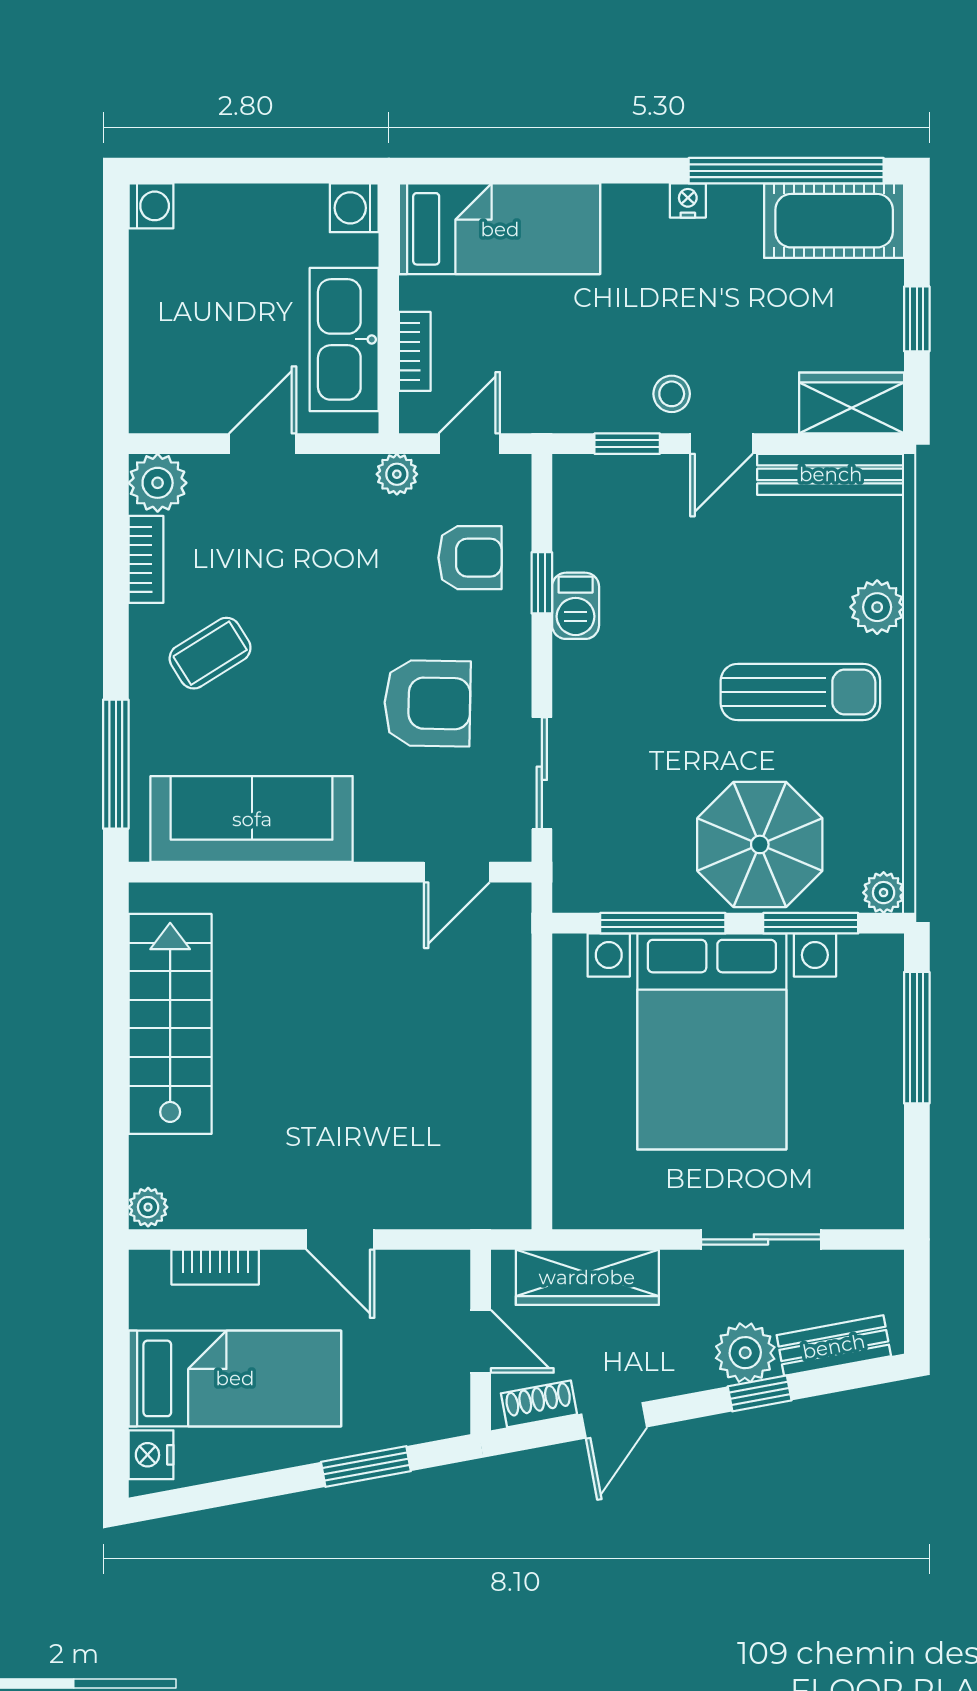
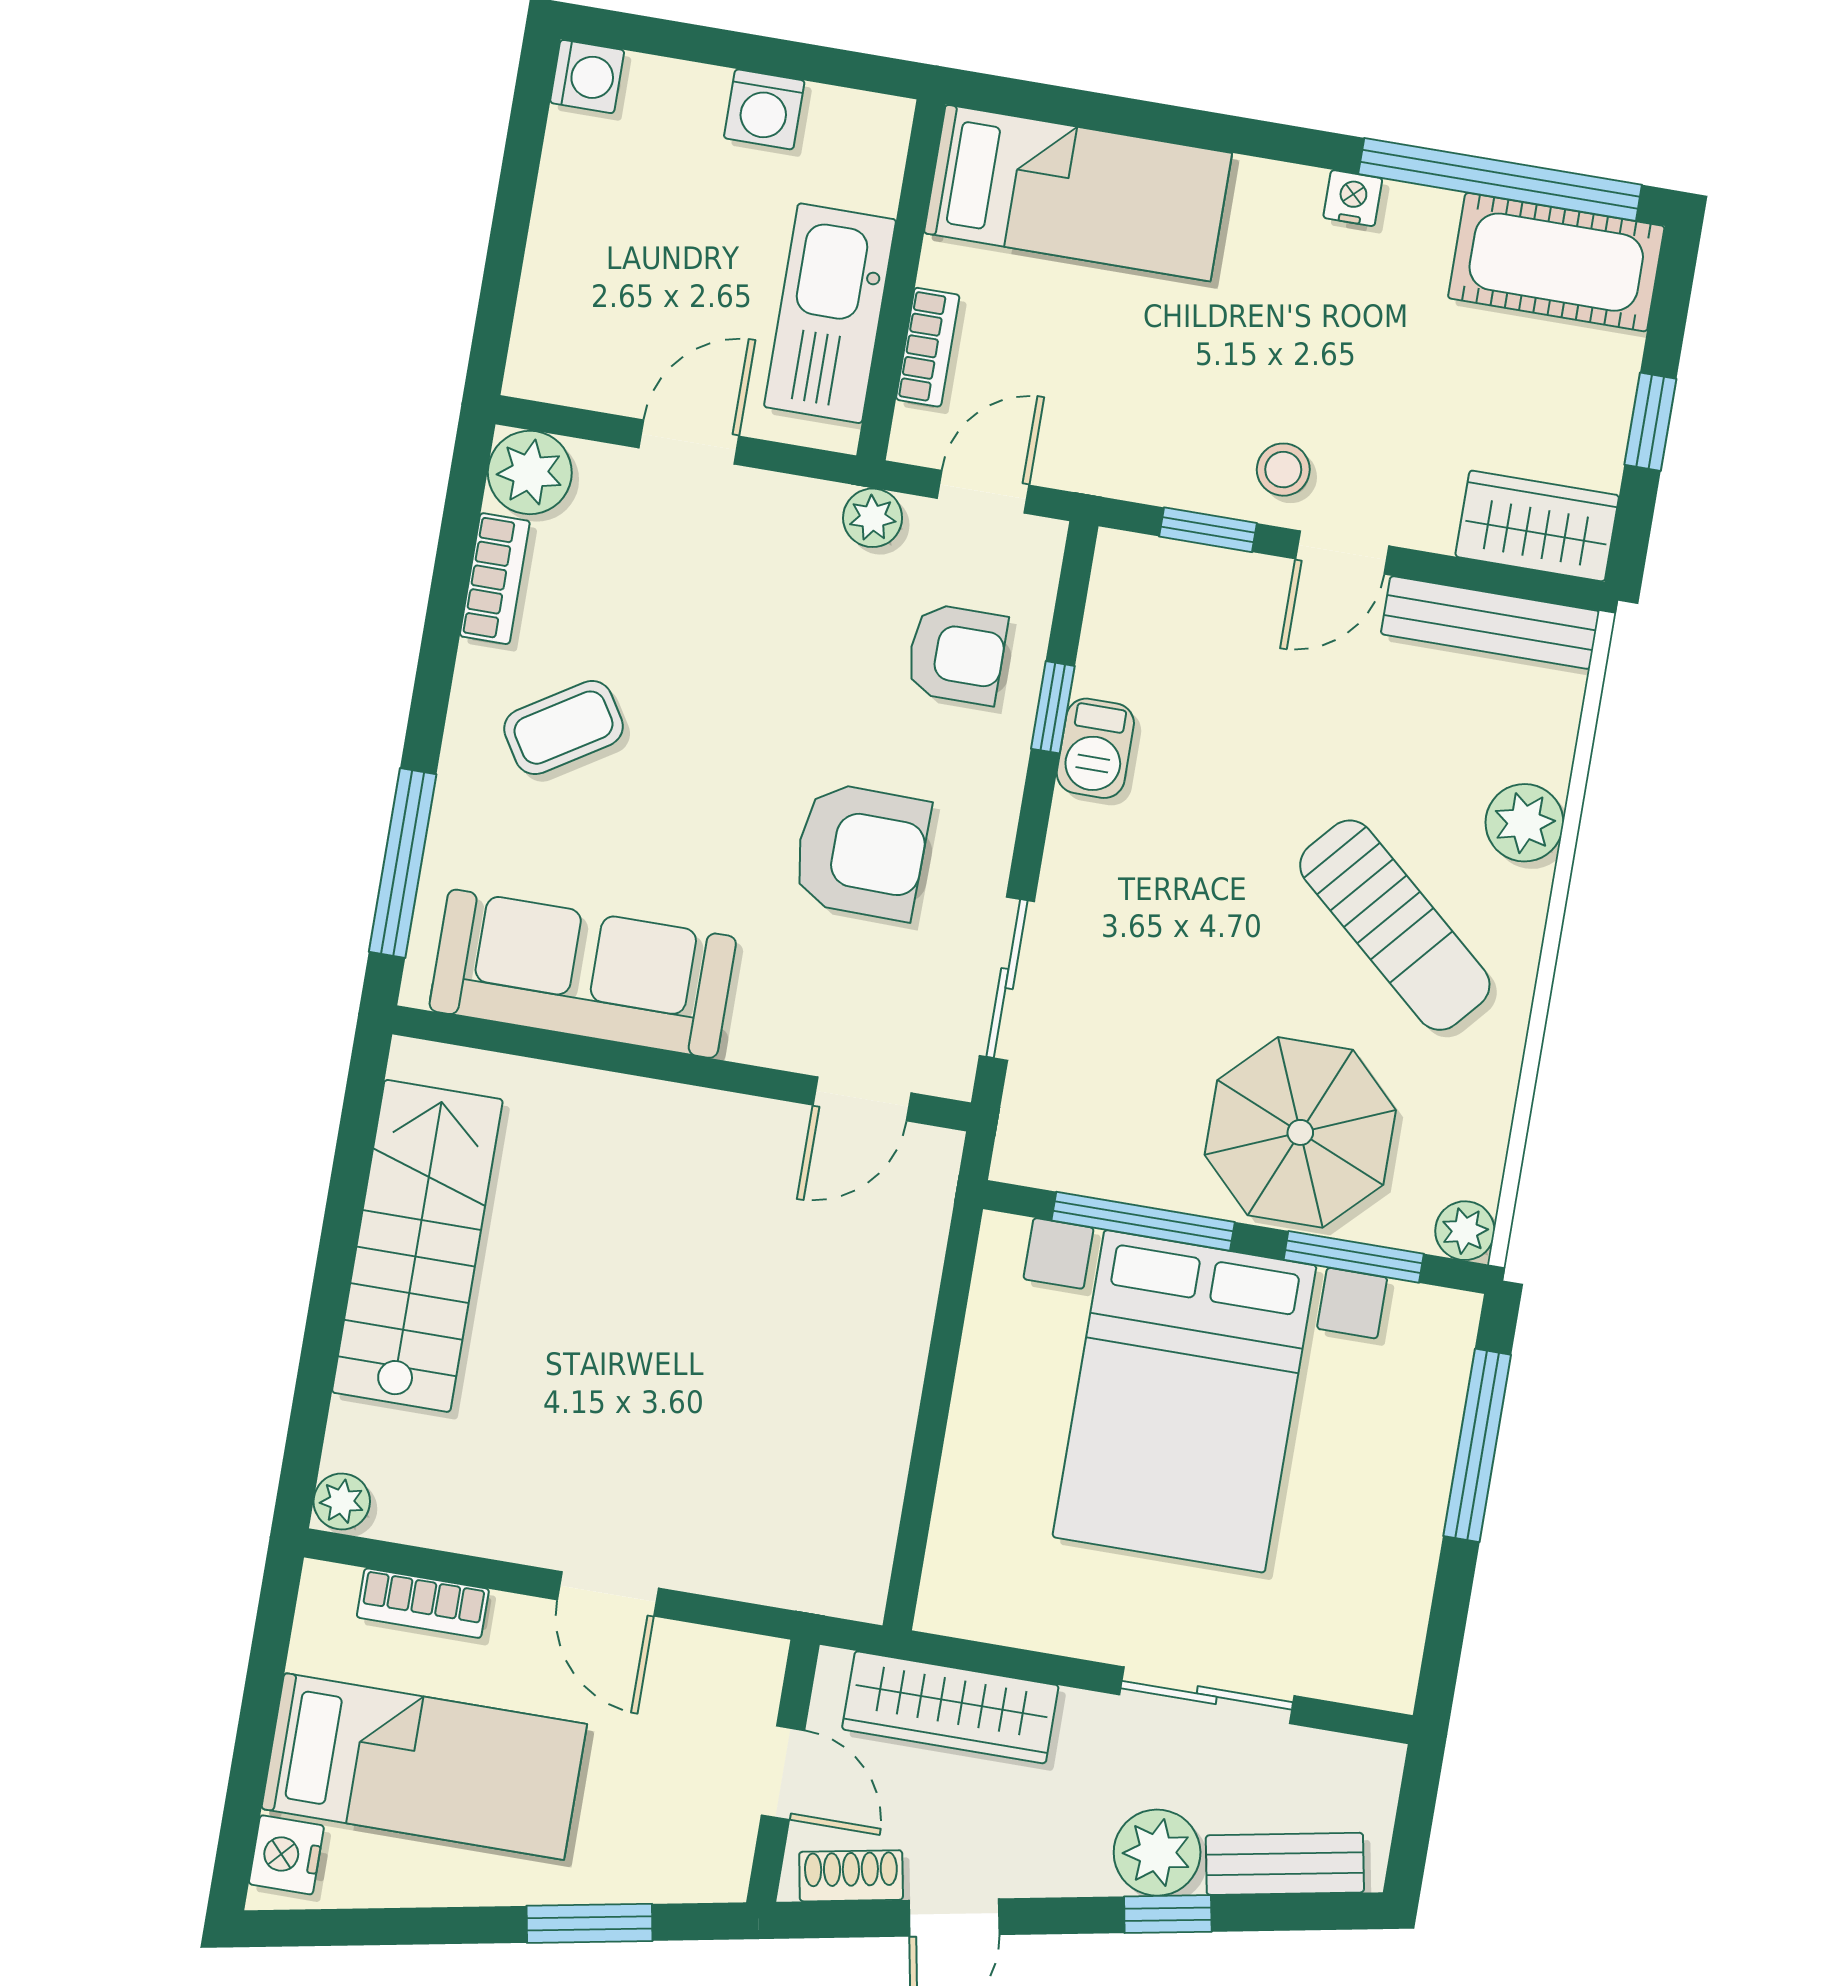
washing machine: (354, 208) -> (764, 109), moved, turned -90
sun lounger: (800, 692) -> (1395, 925), turned 41

